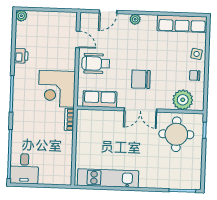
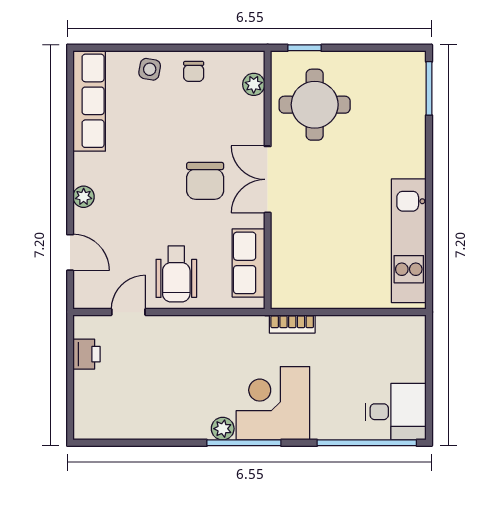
plant: (21, 16) -> (223, 429), moved
printer: (21, 56) -> (86, 354), moved, turned 90
corner desk: (57, 89) -> (273, 403), moved, turned 180
plant: (183, 100) -> (254, 84), width x0.53, depth x0.53
double door: (140, 110) -> (268, 179), swing flipped

